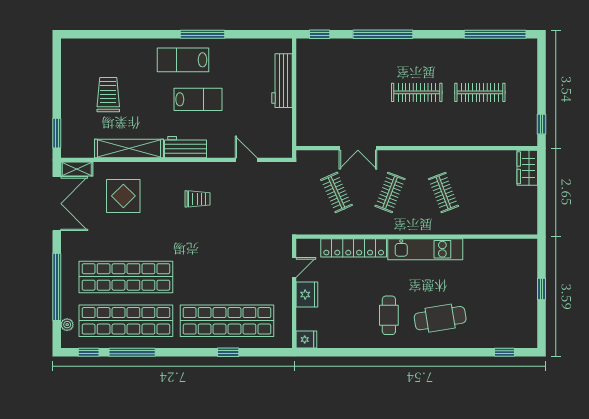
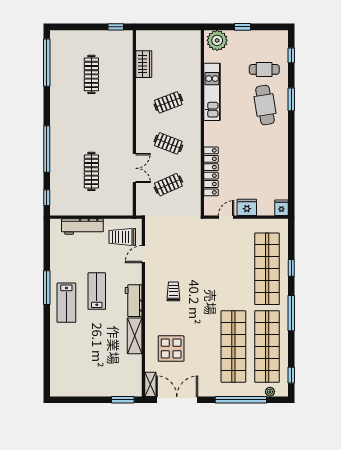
clothes rail: (417, 92) -> (91, 171), moved
trolley: (108, 95) -> (122, 237), moved
shelving: (129, 149) -> (135, 336), width x0.68
wardrobe: (527, 168) -> (144, 64), moved, turned -90
kitchen unit: (425, 249) -> (212, 92), moved
plant: (524, 256) -> (217, 40), added
door: (294, 267) -> (226, 217), hinge flipped
cafe table: (389, 315) -> (264, 69), moved
window: (132, 352) -> (291, 313), moved
window: (447, 352) -> (291, 99), added

